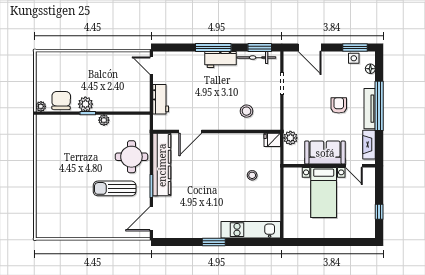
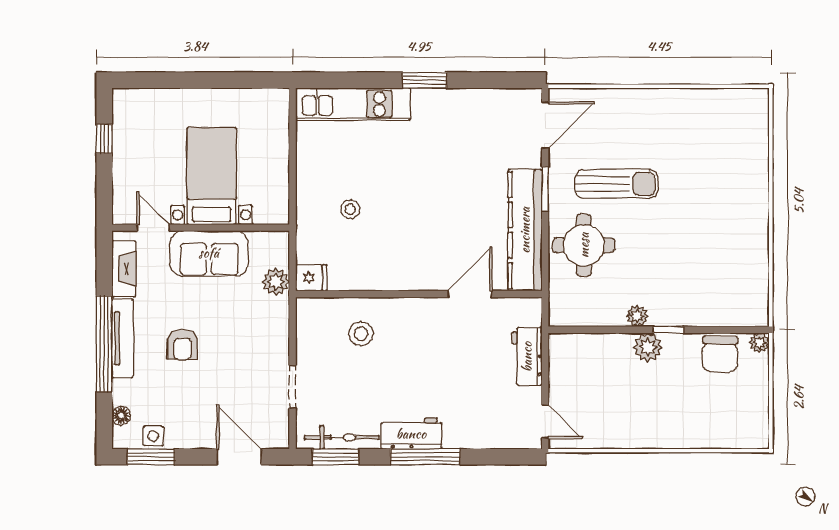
plant: (85, 104) -> (648, 347), moved

